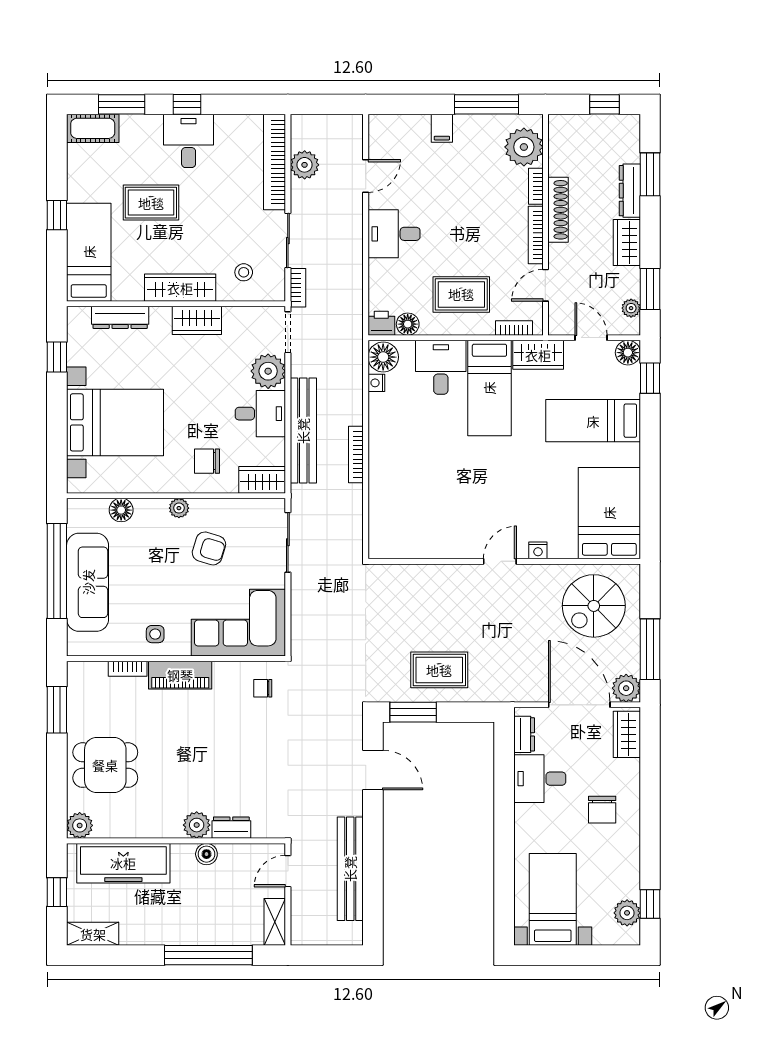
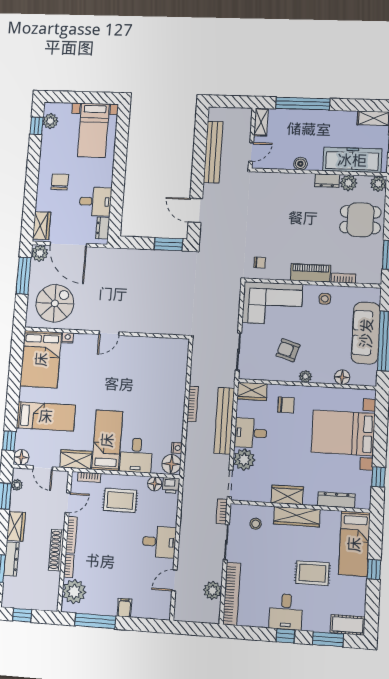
nightstand: (538, 550) -> (68, 338), moved
rug: (439, 670) -> (151, 269), removed
plant: (197, 825) -> (349, 183), moved
dresser: (231, 828) -> (327, 181), moved

